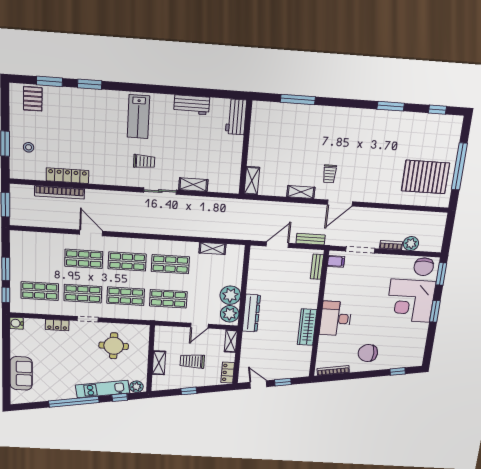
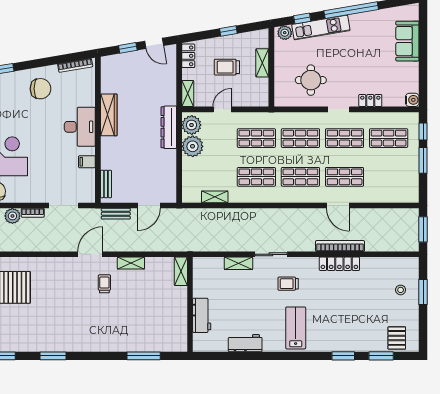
workbench: (236, 117) -> (202, 315), moved
locker: (67, 176) -> (339, 264), moved
bookcase: (60, 192) -> (340, 246), moved
filing cabinet: (336, 261) -> (87, 162), moved
trolley: (192, 361) -> (227, 67), turned 180

